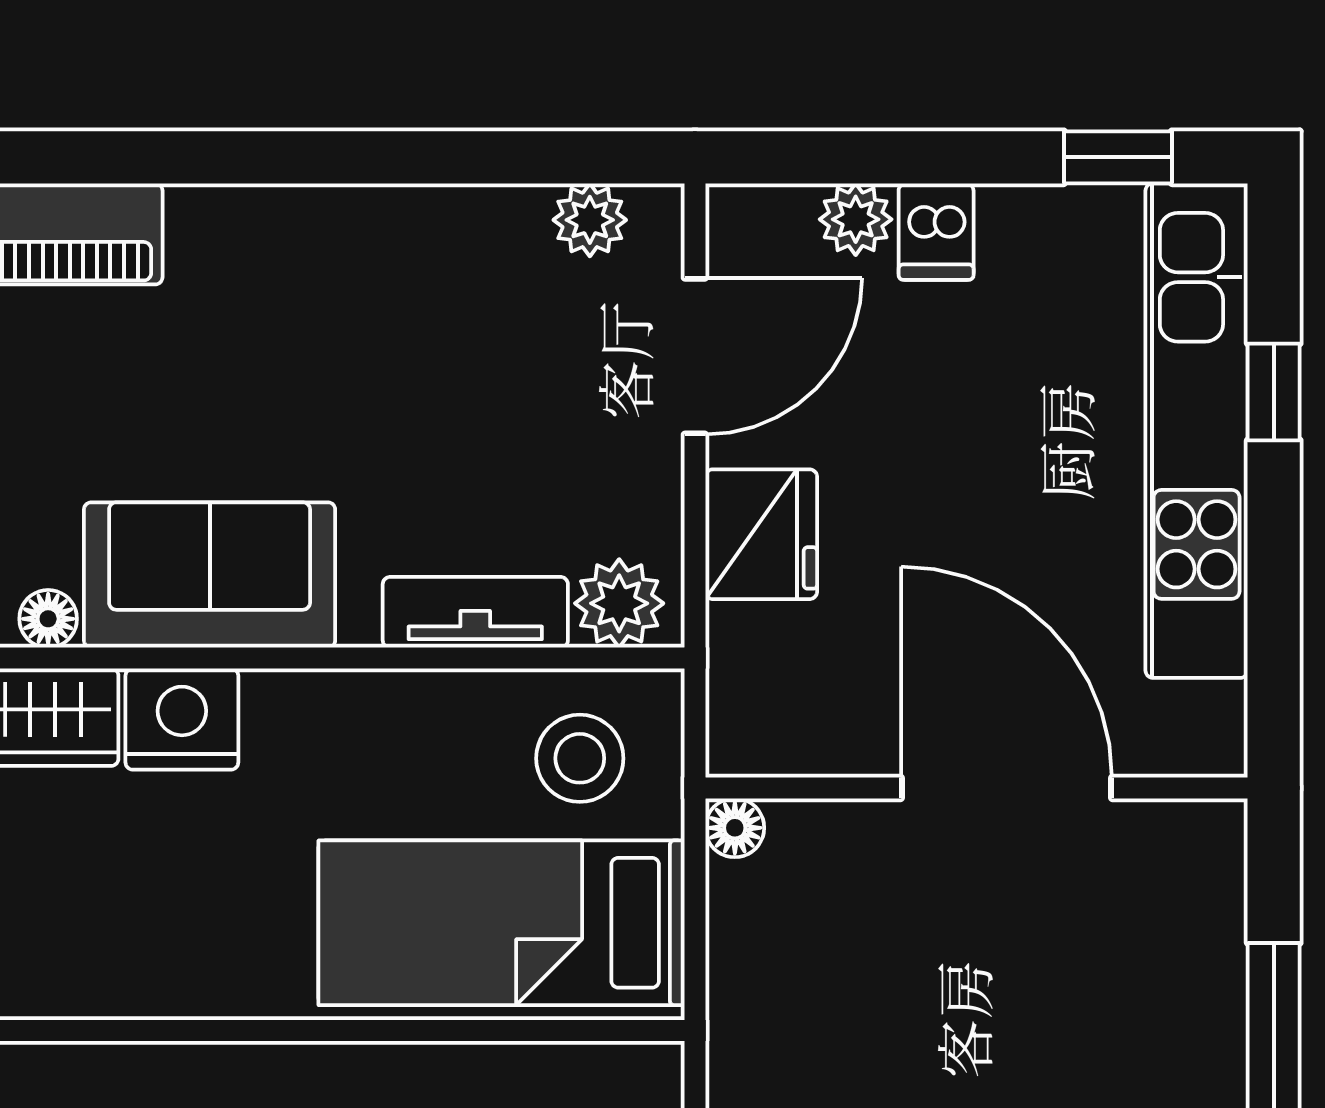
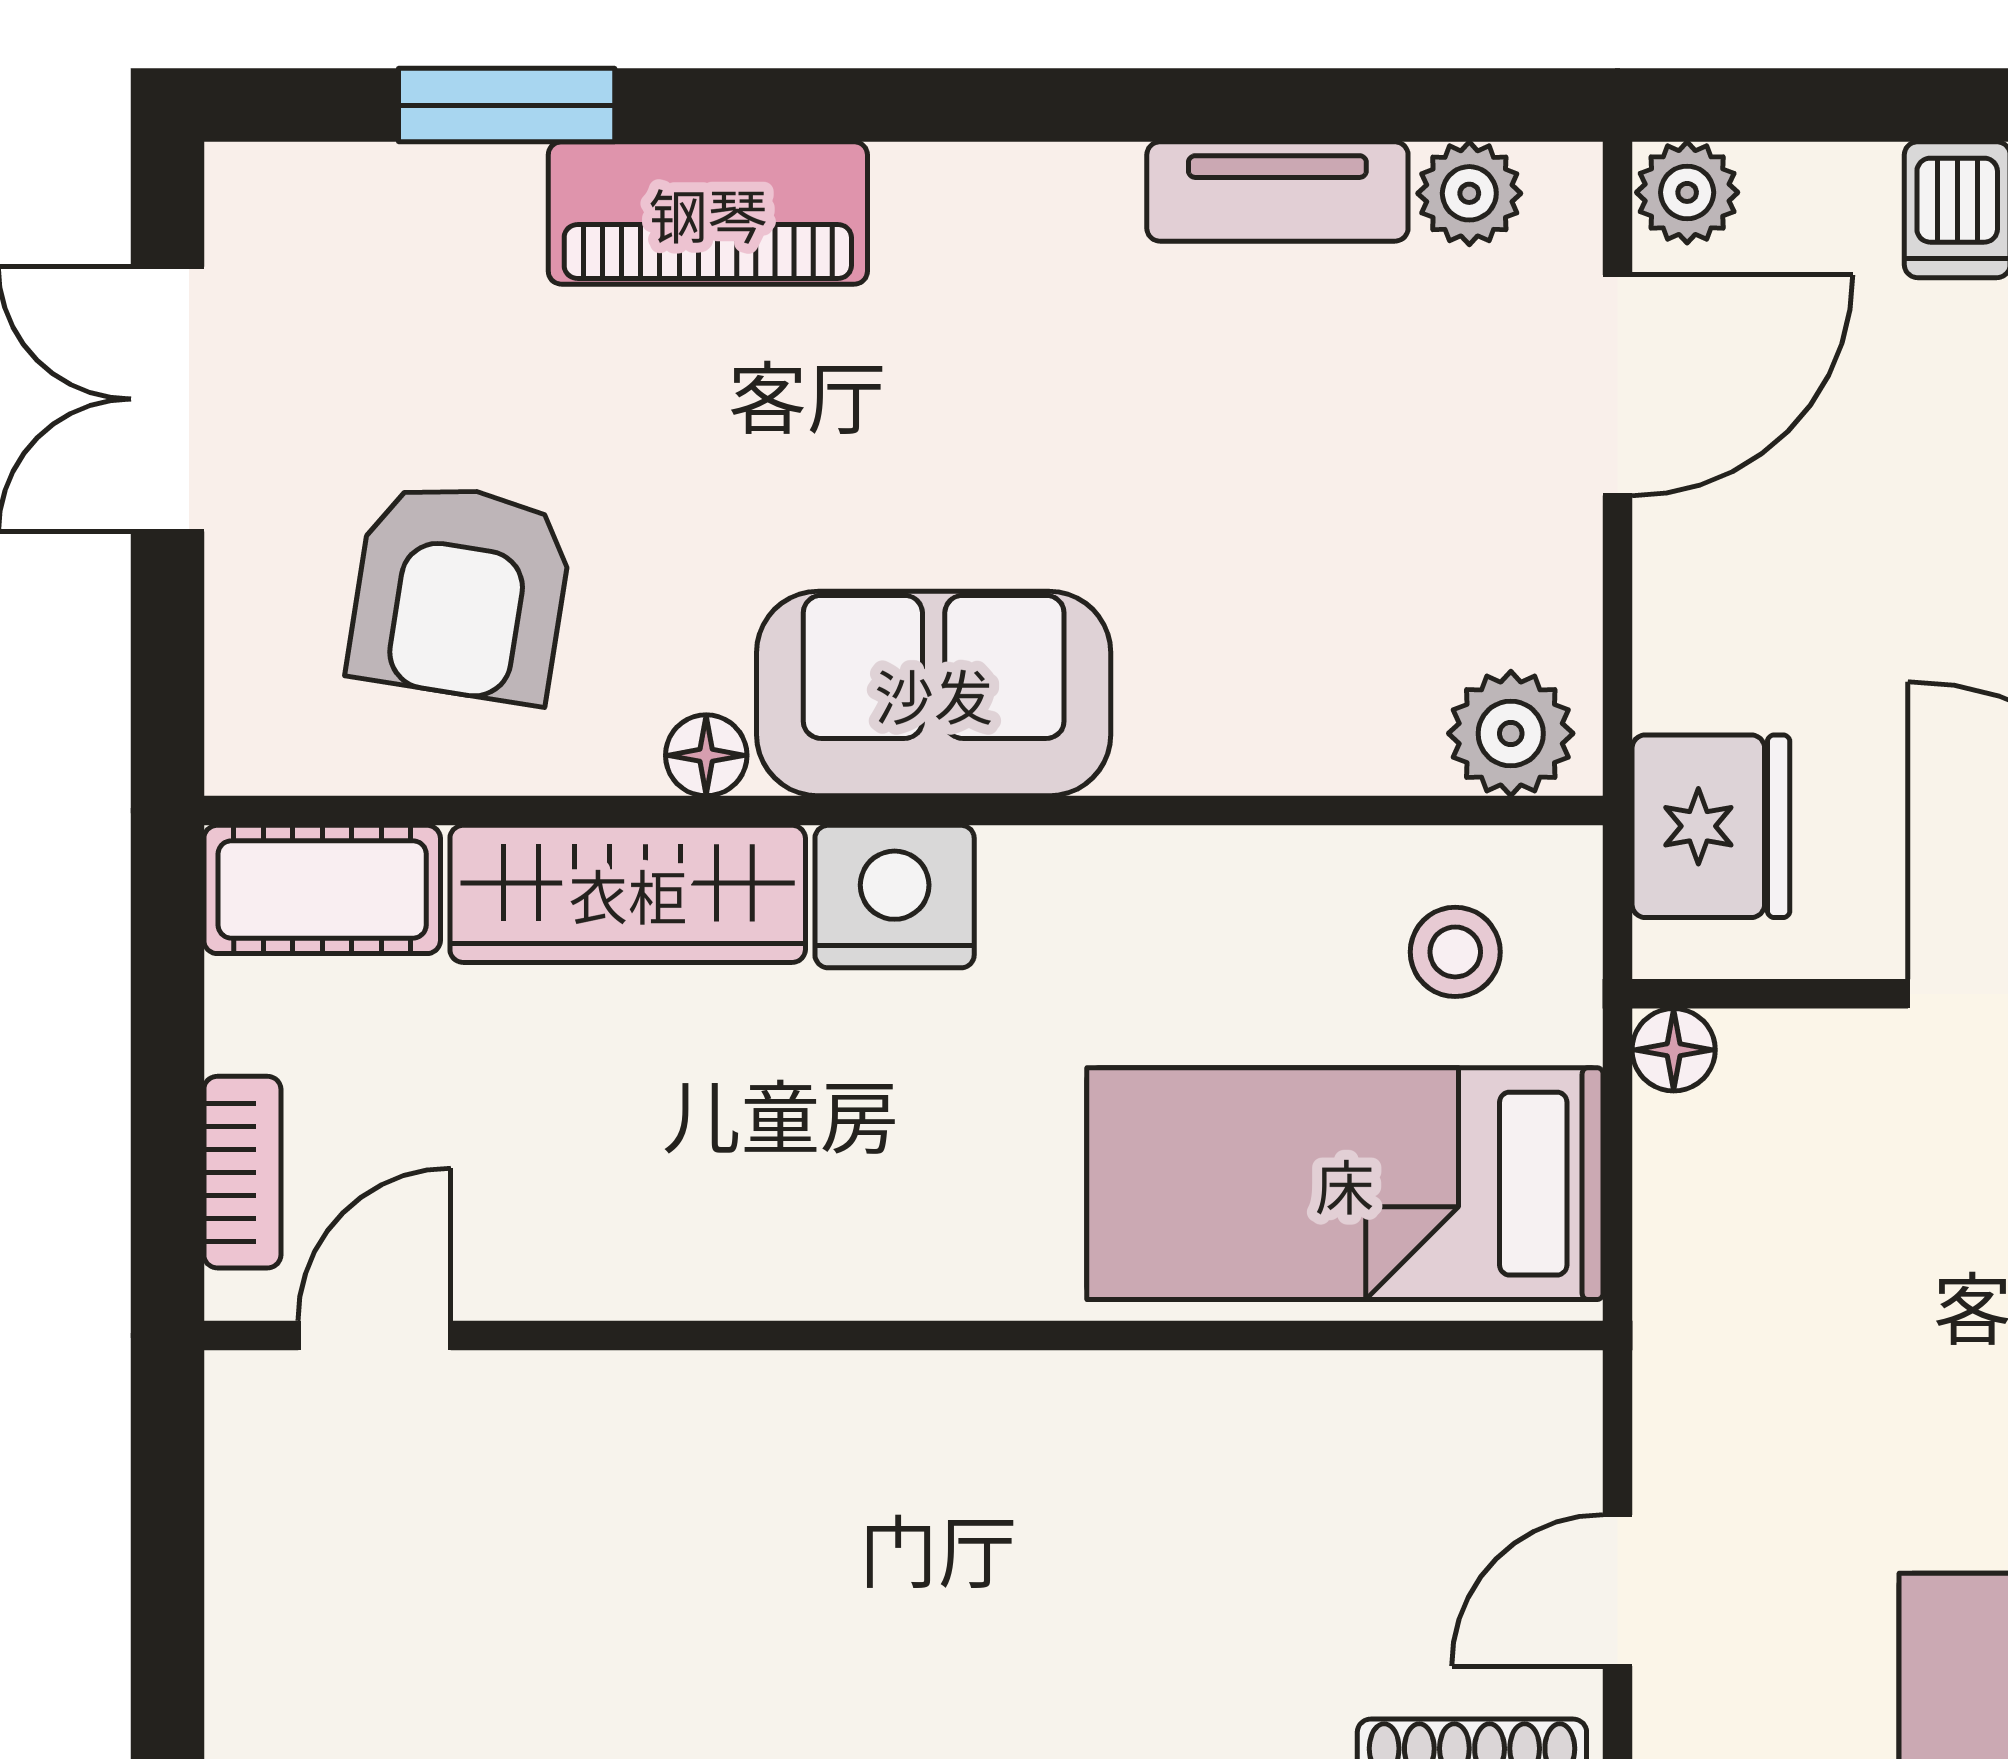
plant: (856, 219) -> (1687, 192), moved
fridge: (761, 534) -> (1711, 826), moved
tv unit: (475, 612) -> (1277, 192), moved, turned 180
stool: (580, 758) -> (1455, 952), width x0.73, depth x0.73

